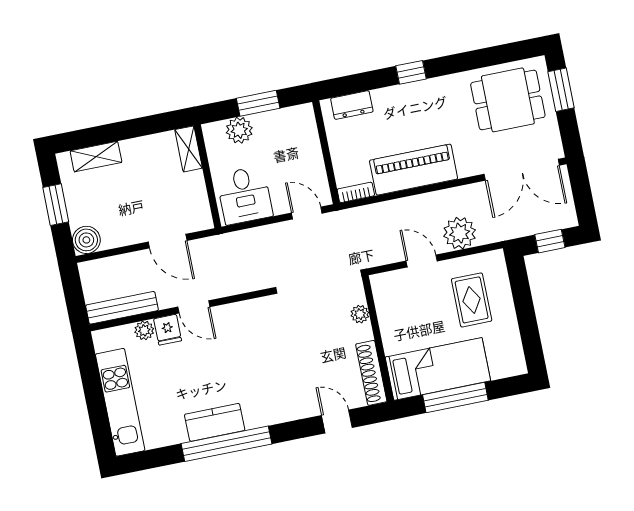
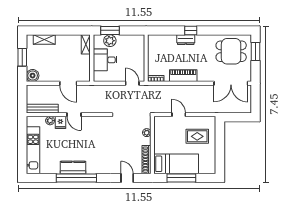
window: (258, 103) -> (110, 30), moved
dresser: (352, 105) -> (186, 40), moved
piano: (414, 170) -> (183, 76), width x0.73, depth x0.75
desk: (245, 195) -> (105, 60), moved, turned 90
plant: (460, 233) -> (198, 106), removed
window: (550, 241) -> (237, 117), removed
rug: (472, 300) -> (197, 136), turned 90

